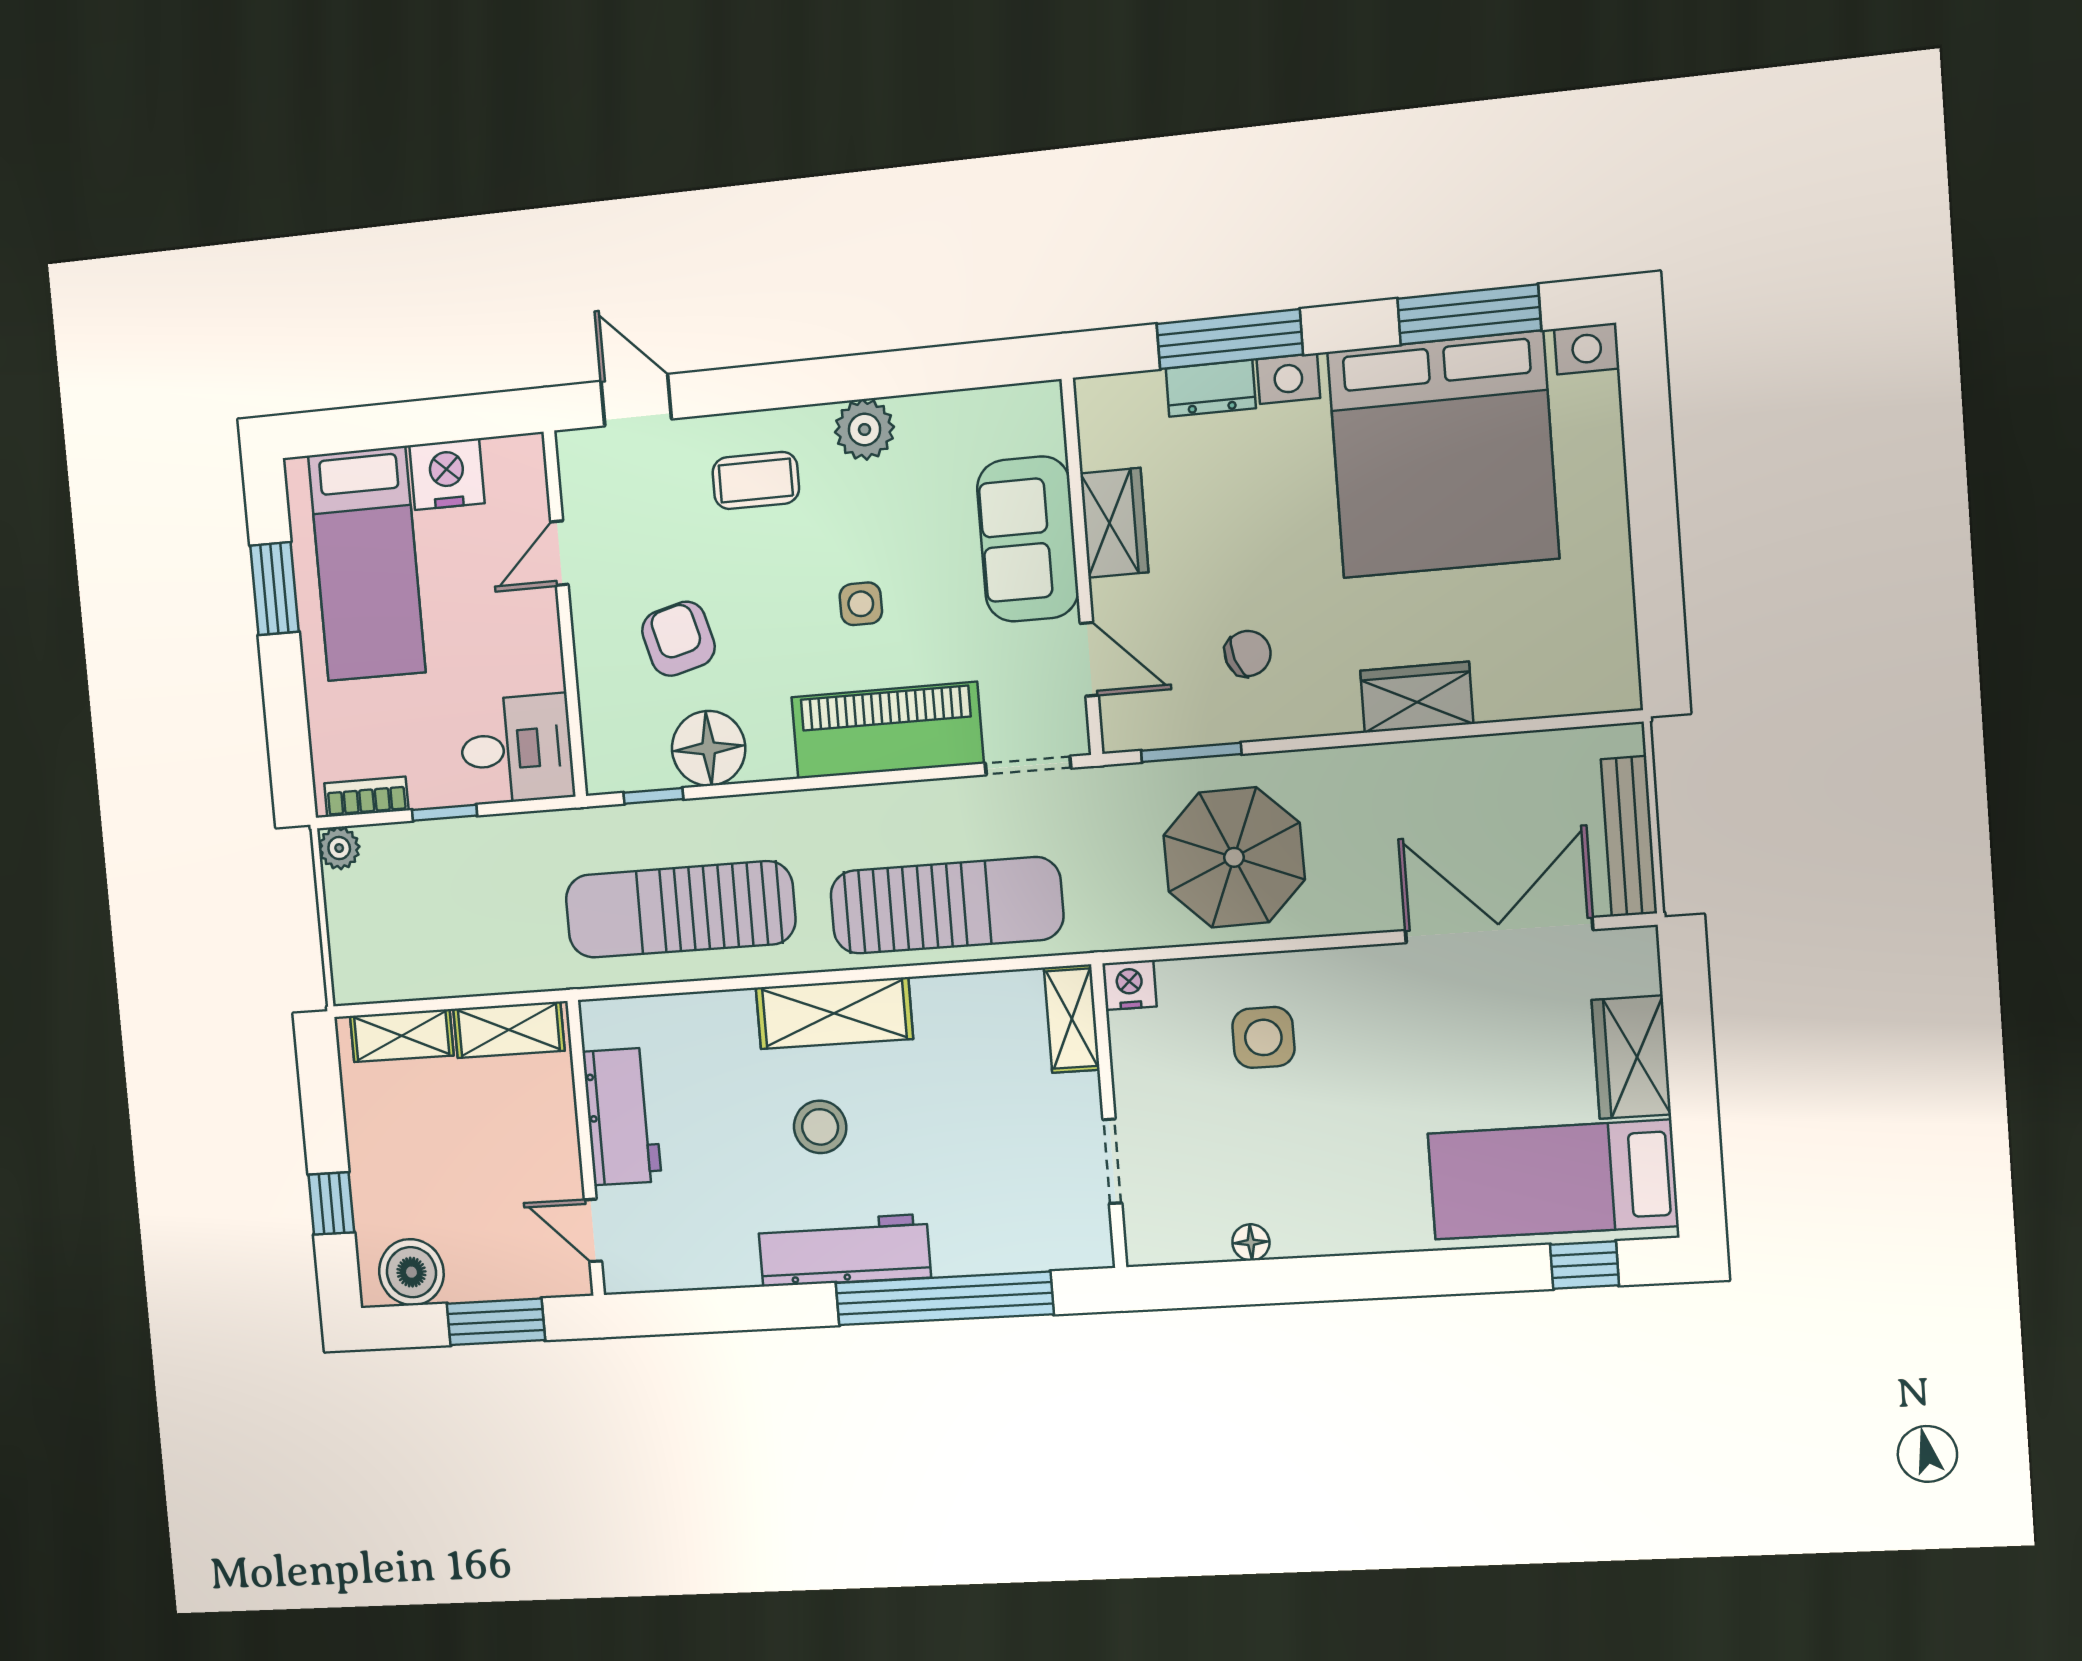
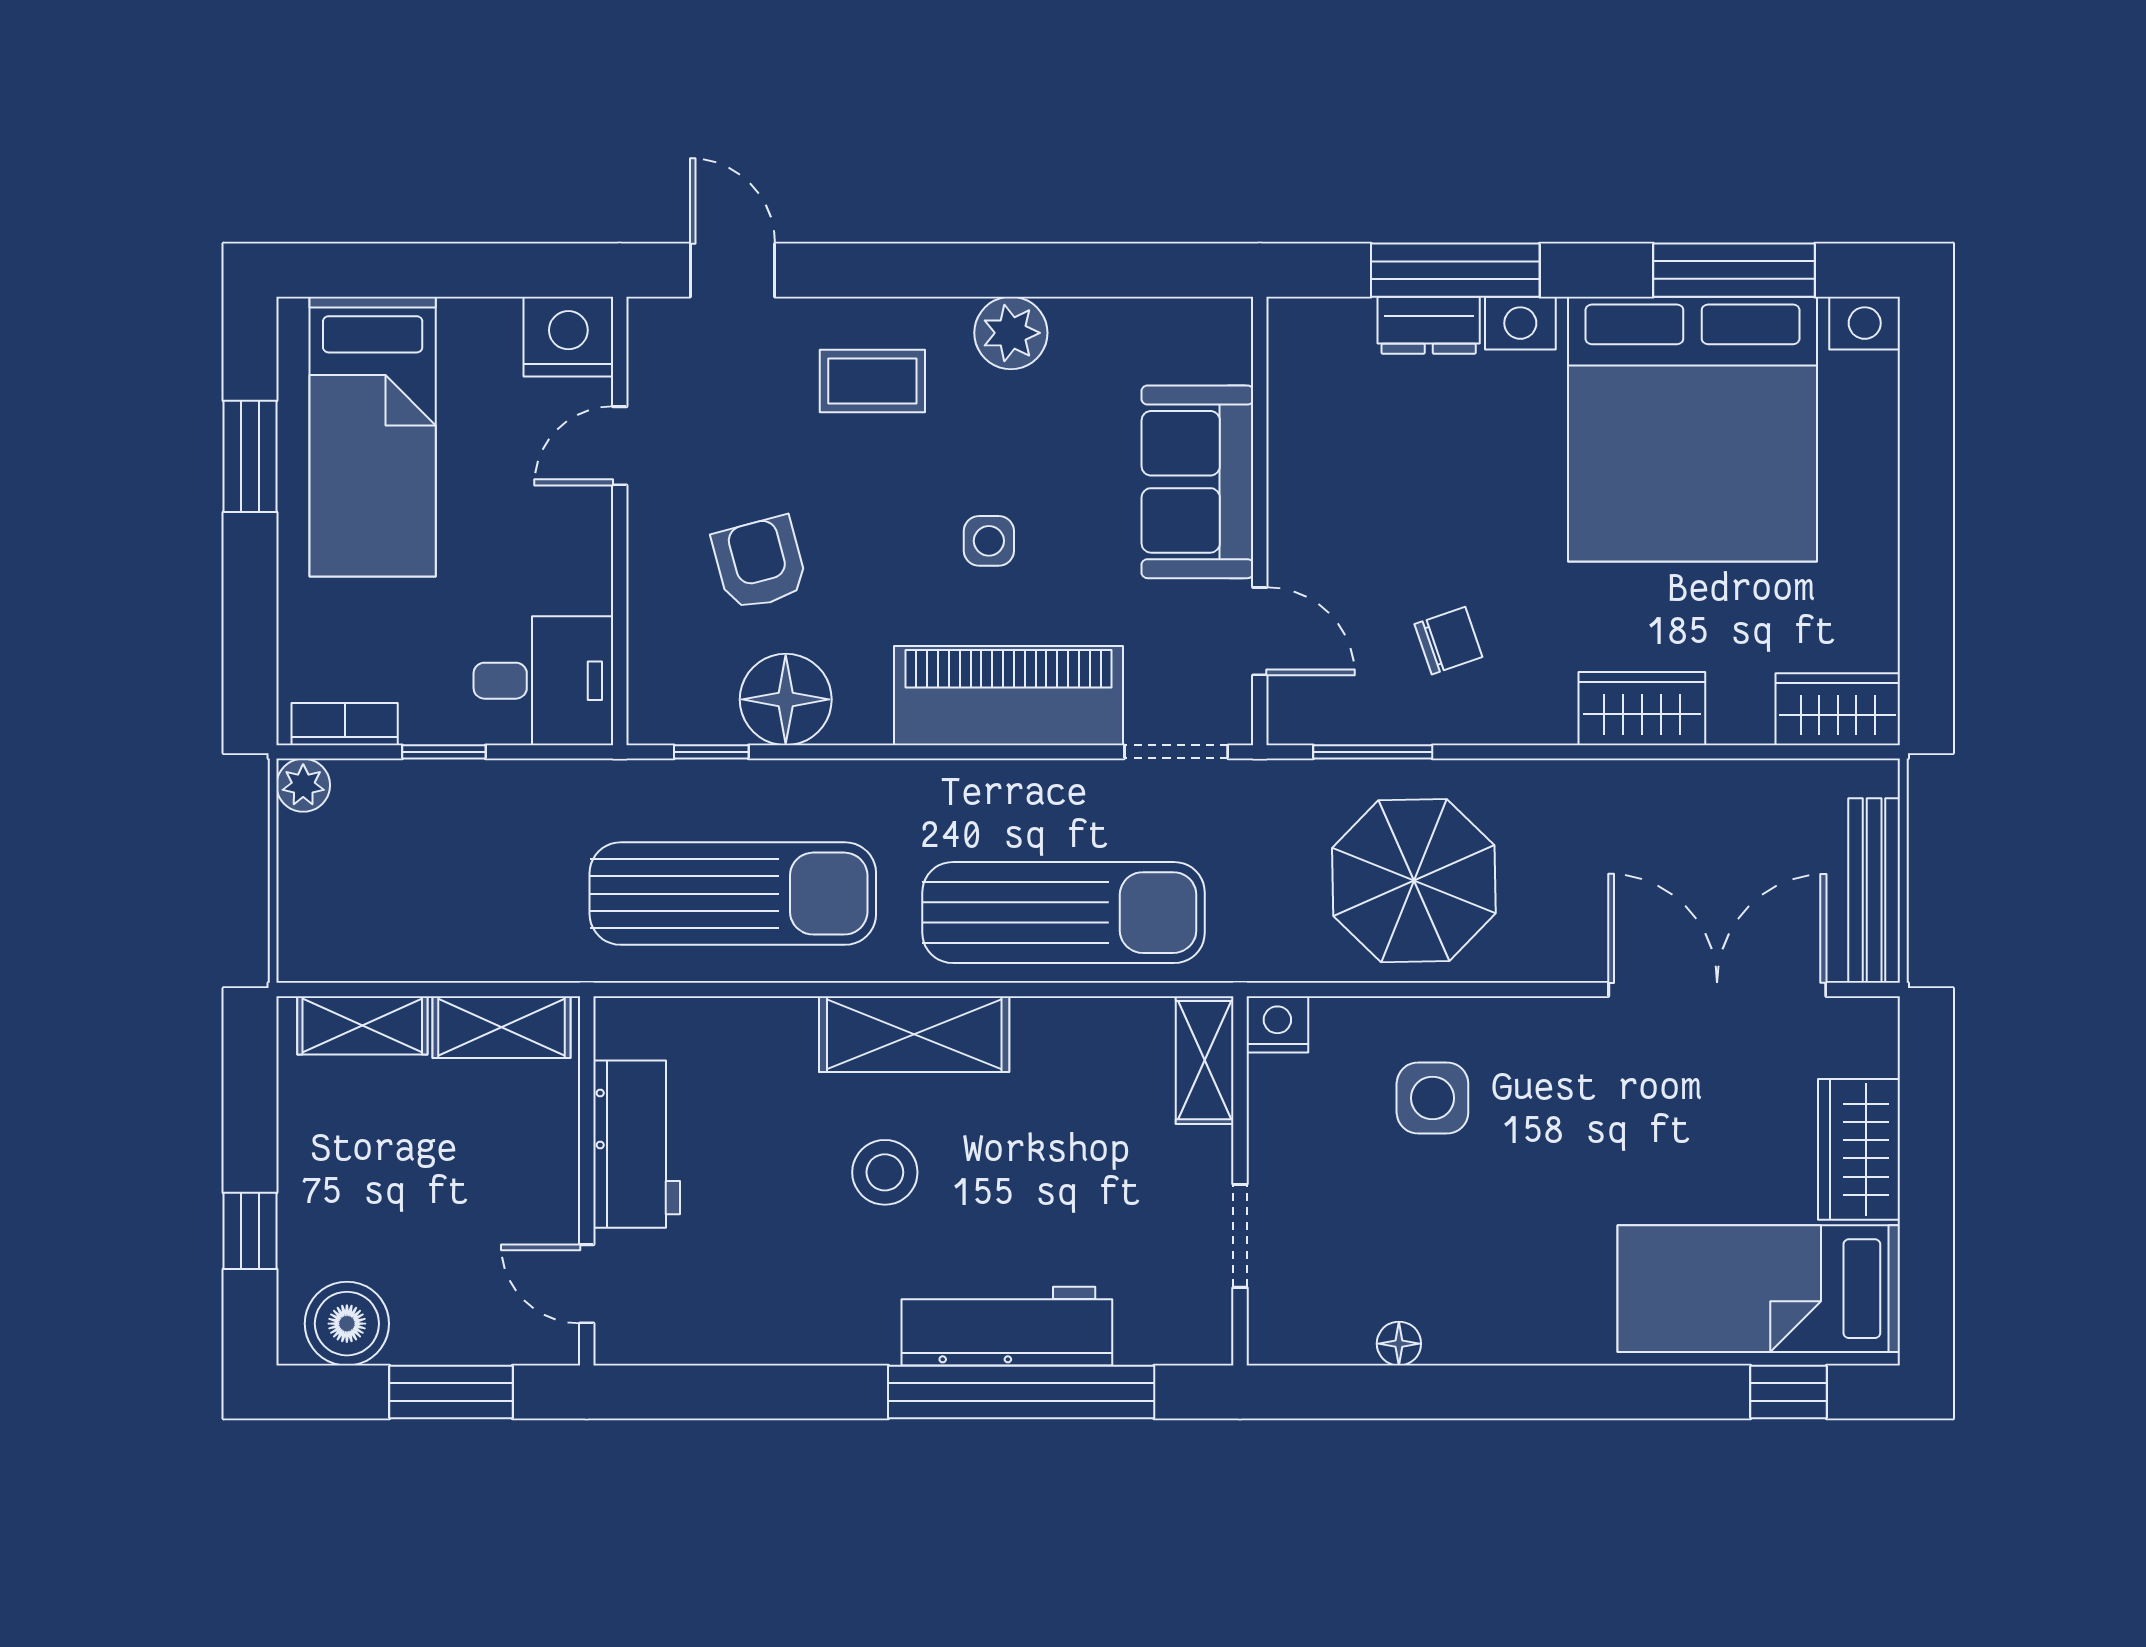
nightstand: (447, 474) -> (568, 337), moved
wardrobe: (1114, 523) -> (1838, 709), moved, turned -90
sun lounger: (680, 909) -> (733, 894), turned 180
workbench: (844, 1250) -> (1007, 1326), moved

